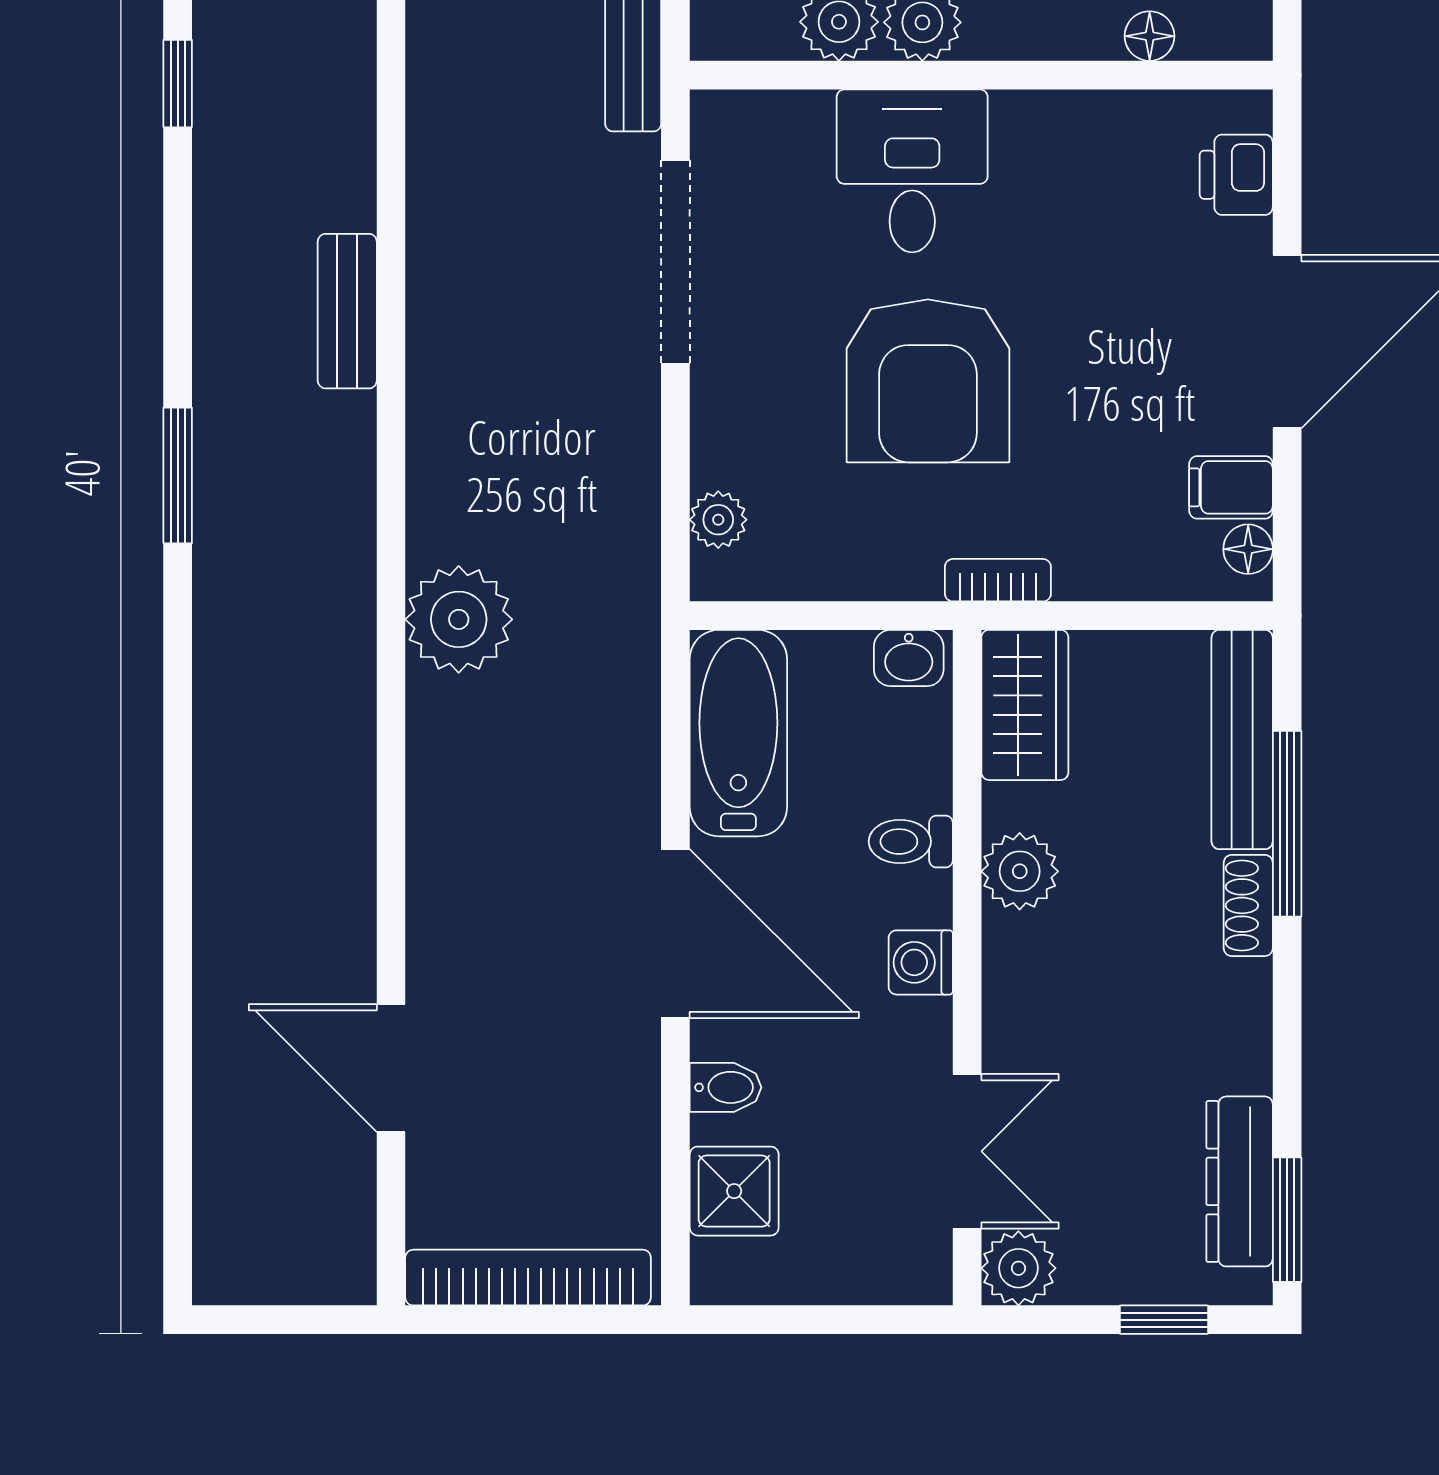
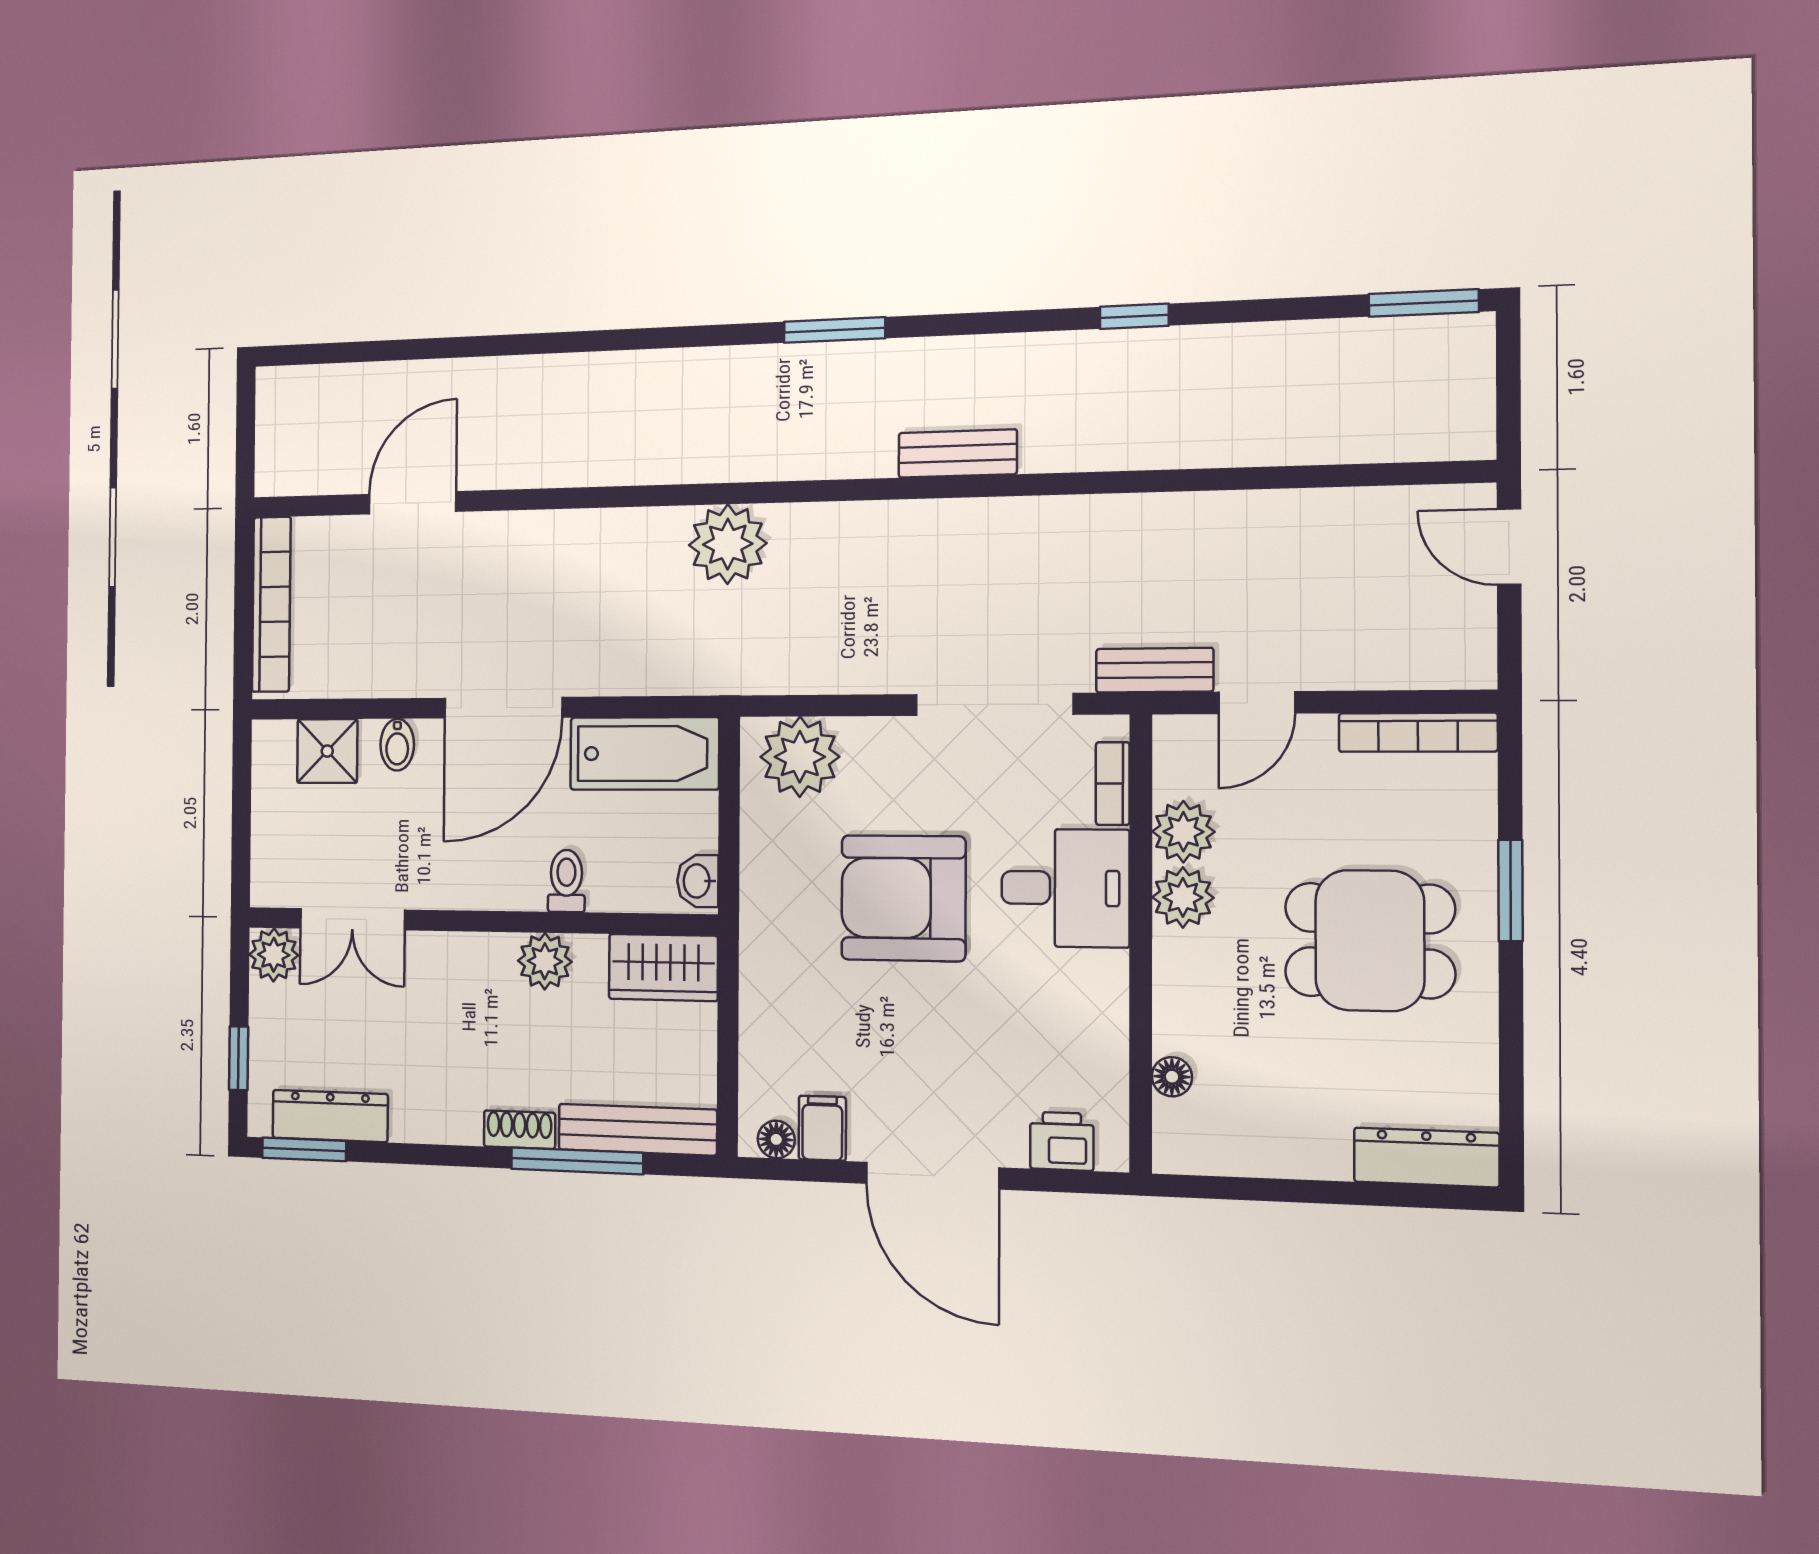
plant: (718, 520) -> (800, 757), width x1.87, depth x1.87
bookcase: (998, 580) -> (1113, 784), moved, turned 180
washing machine: (921, 962) -> (482, 887), removed

